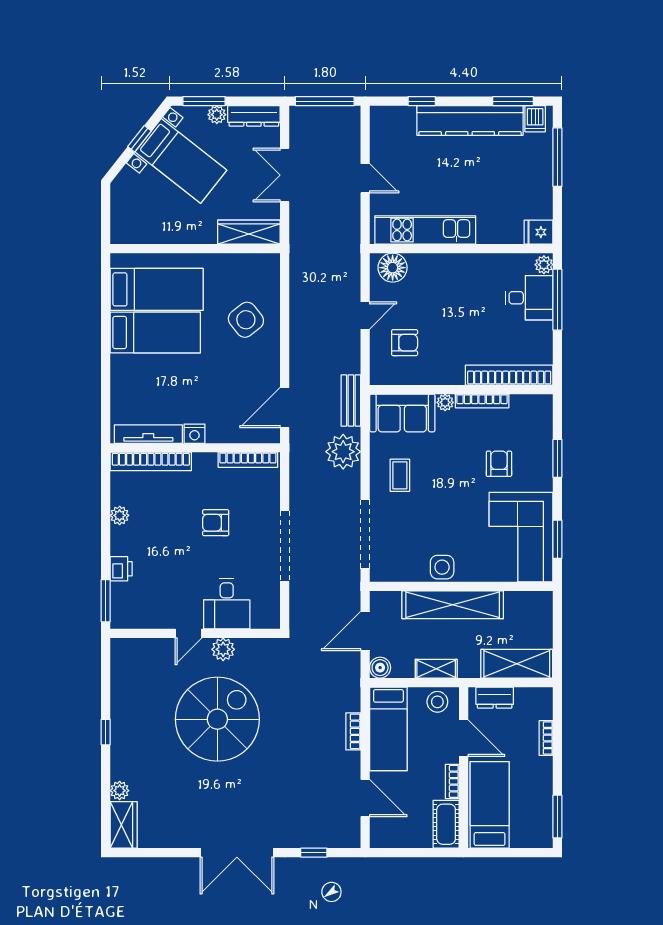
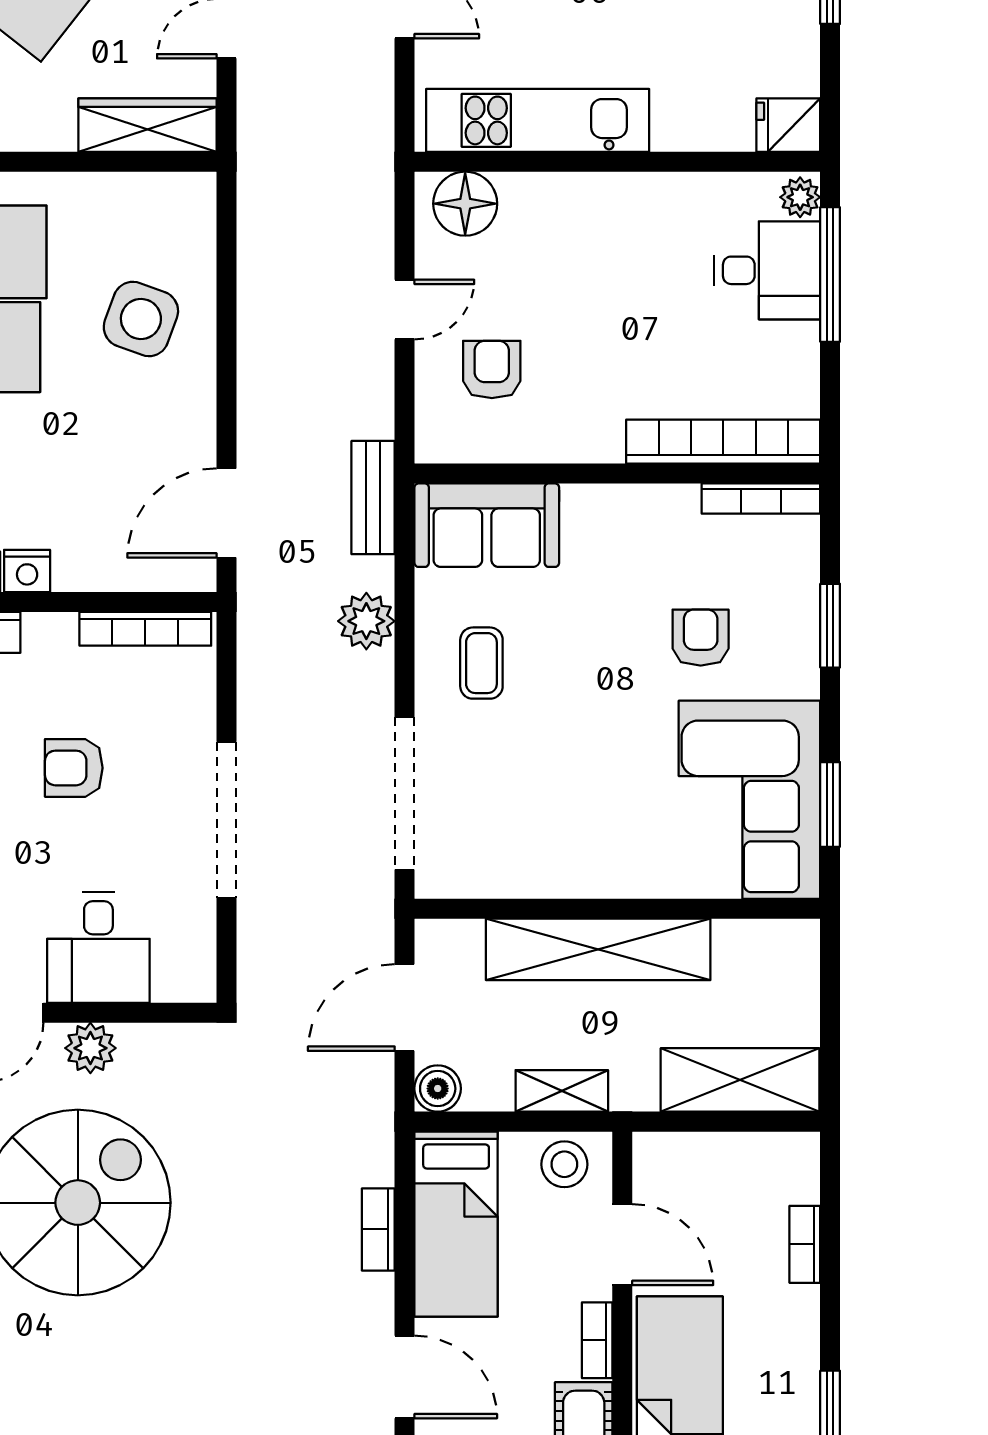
side table: (246, 320) -> (141, 319), turned -32
armchair: (405, 343) -> (492, 370), turned -90
bookcase: (482, 401) -> (761, 499), moved
plant: (445, 402) -> (582, 502), removed
plant: (343, 452) -> (366, 621), width x0.73, depth x0.73
side table: (442, 567) -> (575, 866), removed
dresser: (495, 698) -> (691, 1155), removed

